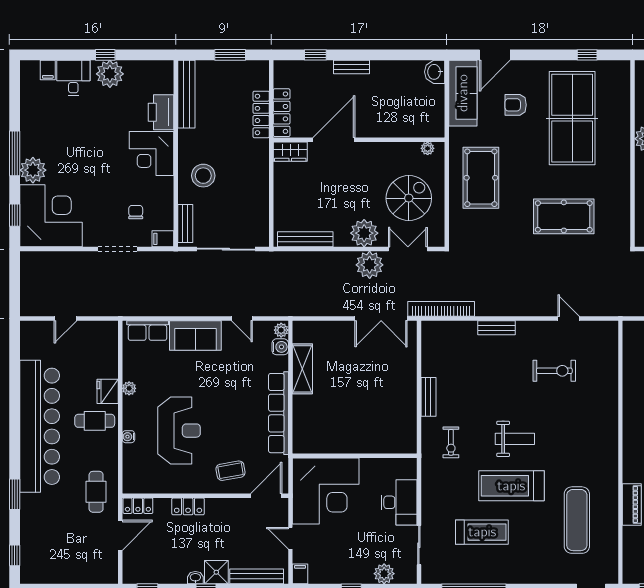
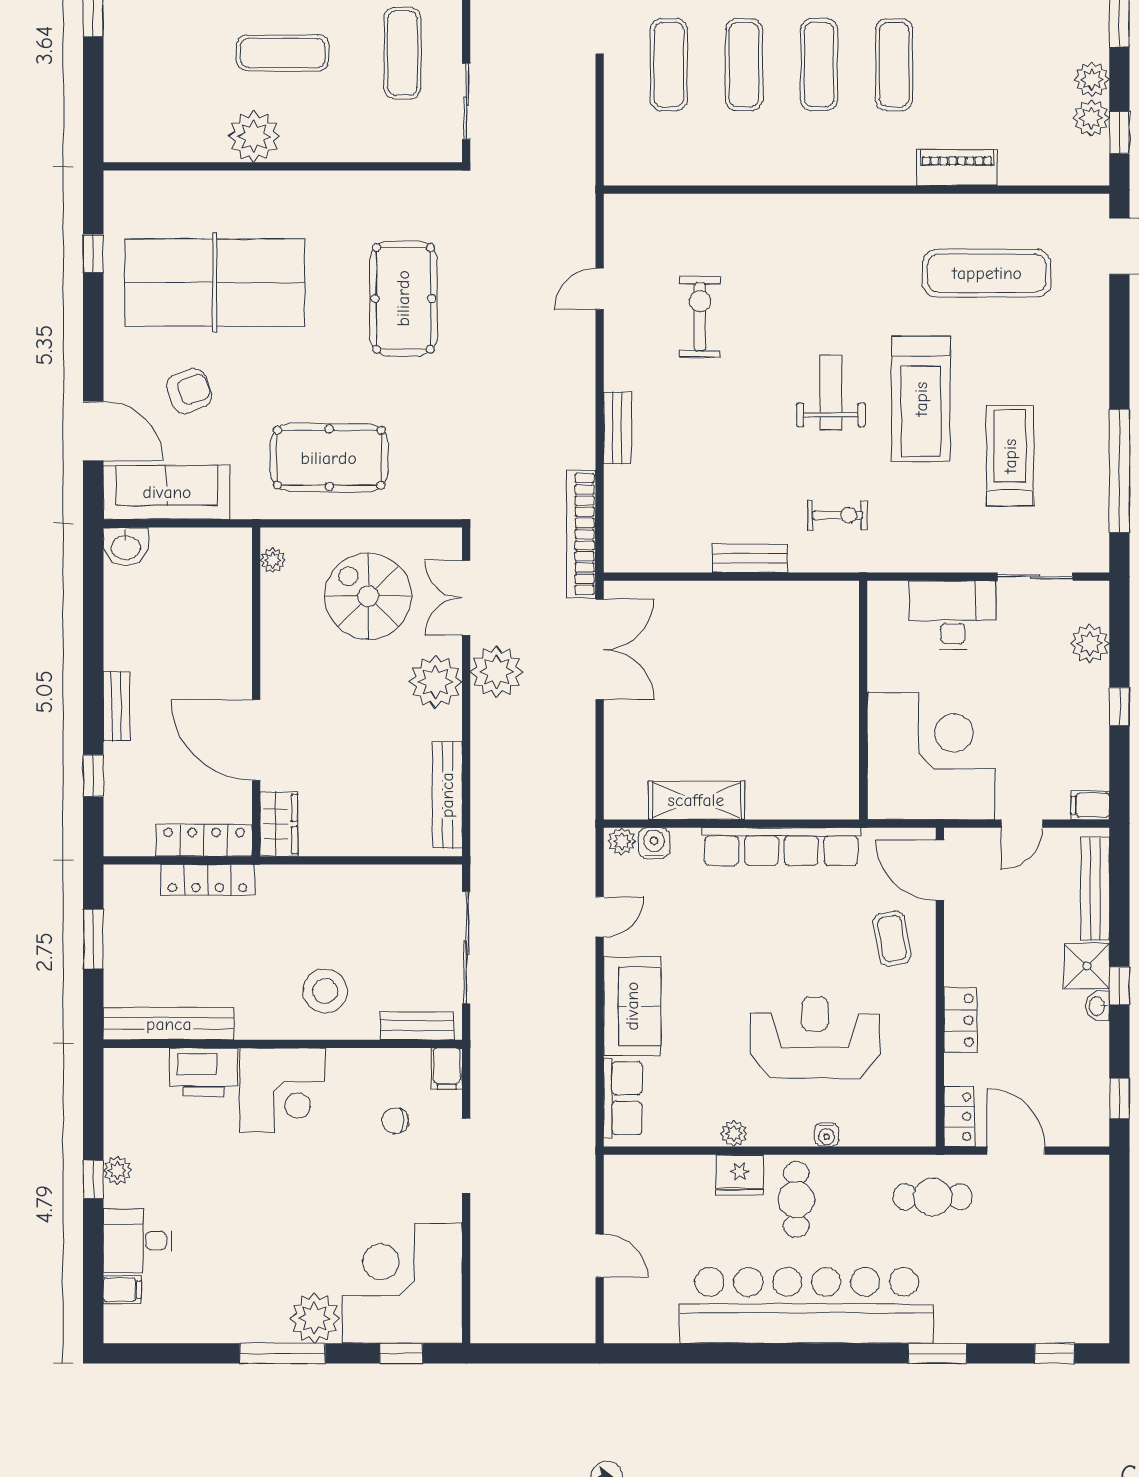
plant: (110, 74) -> (117, 1170), width x0.53, depth x0.53
armchair: (516, 105) -> (189, 391), turned -111

